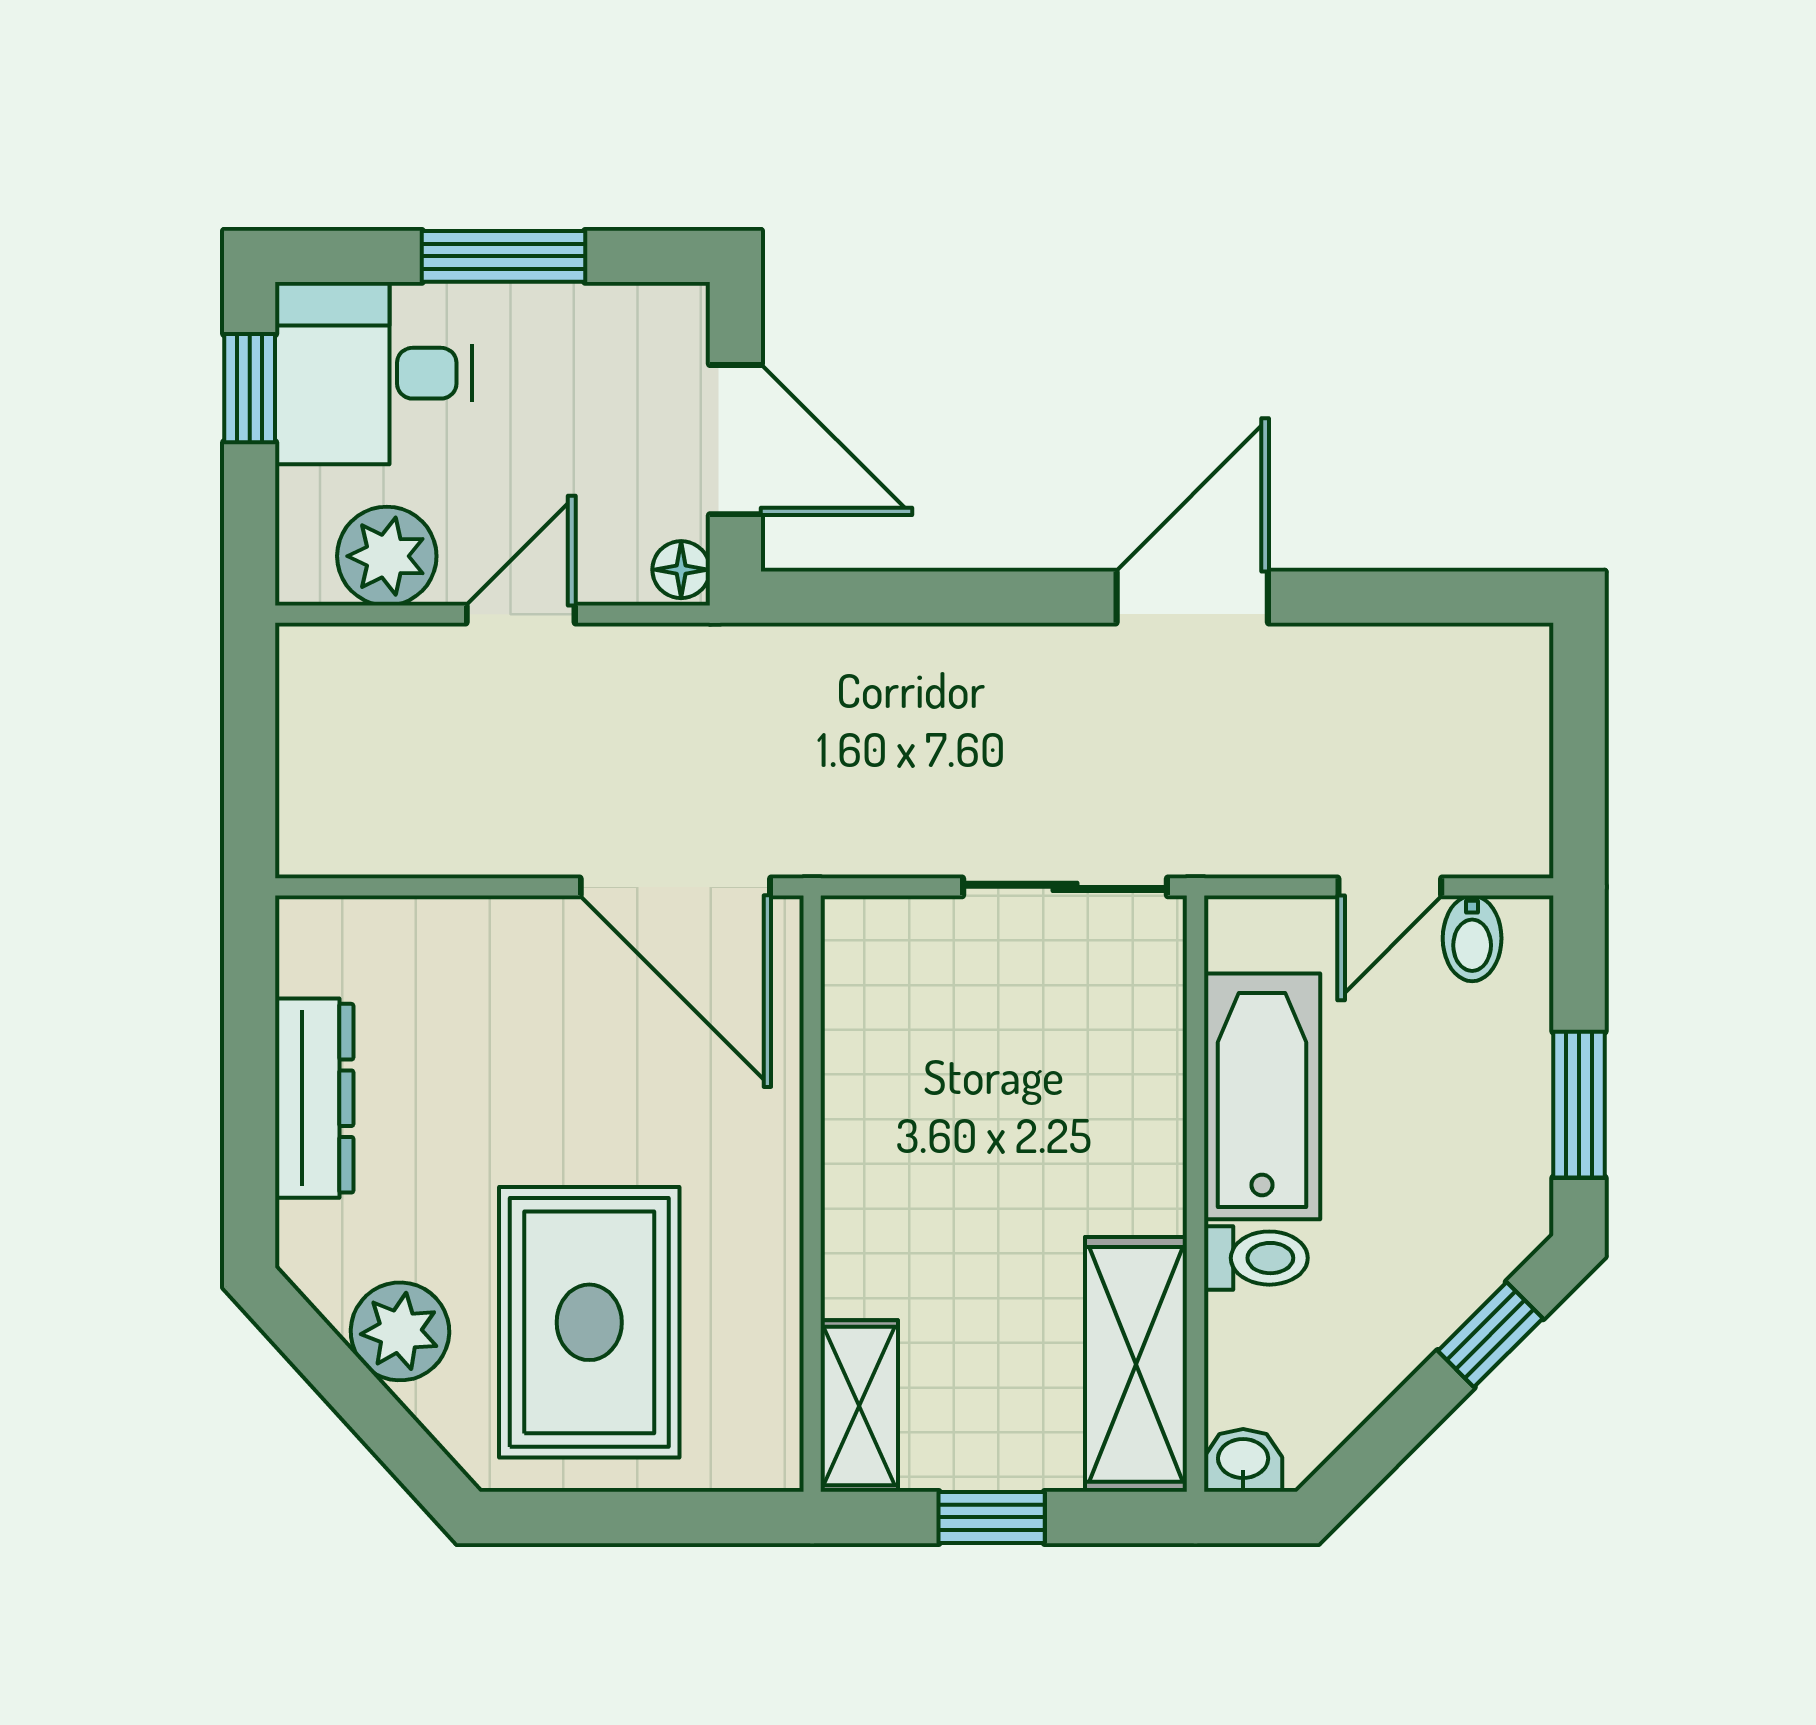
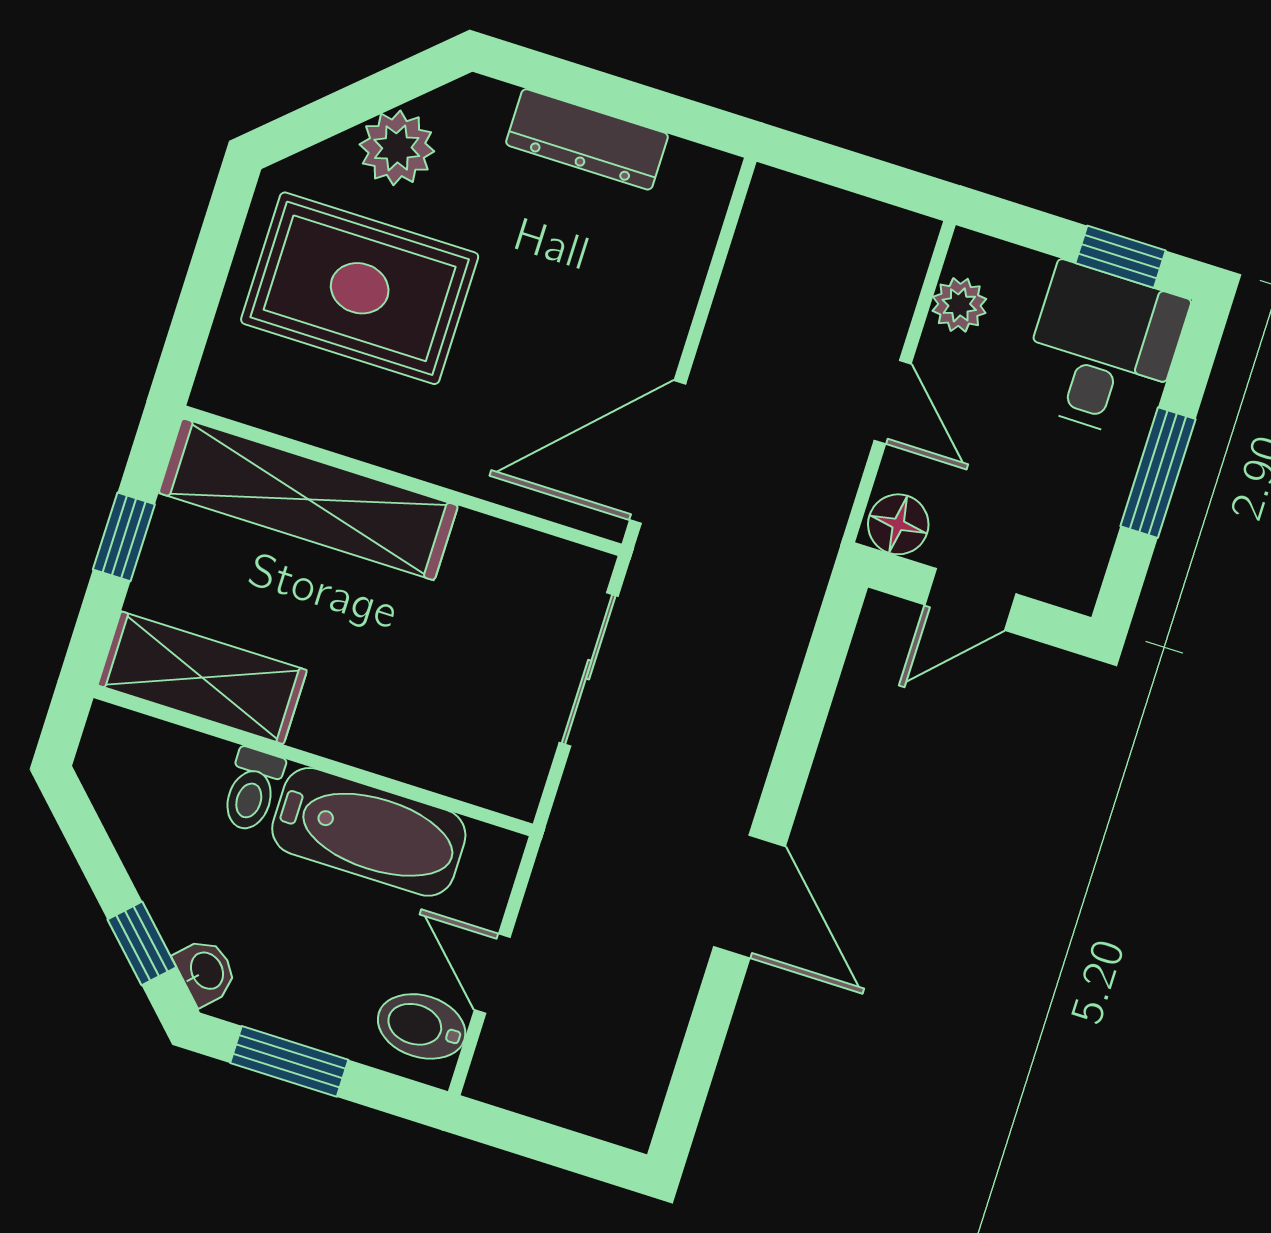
door: (735, 440) -> (970, 599), width x0.73
plant: (387, 556) -> (959, 305), width x0.73, depth x0.73
floor lamp: (681, 570) -> (898, 524), width x1.37, depth x1.37
sliding door: (1065, 887) -> (589, 670), moved
bidet: (1472, 938) -> (422, 1026), width x1.38, depth x1.36
shelving: (859, 1406) -> (308, 499), width x2.20, depth x1.33
washbasin: (1243, 1460) -> (206, 971), moved, turned -45

